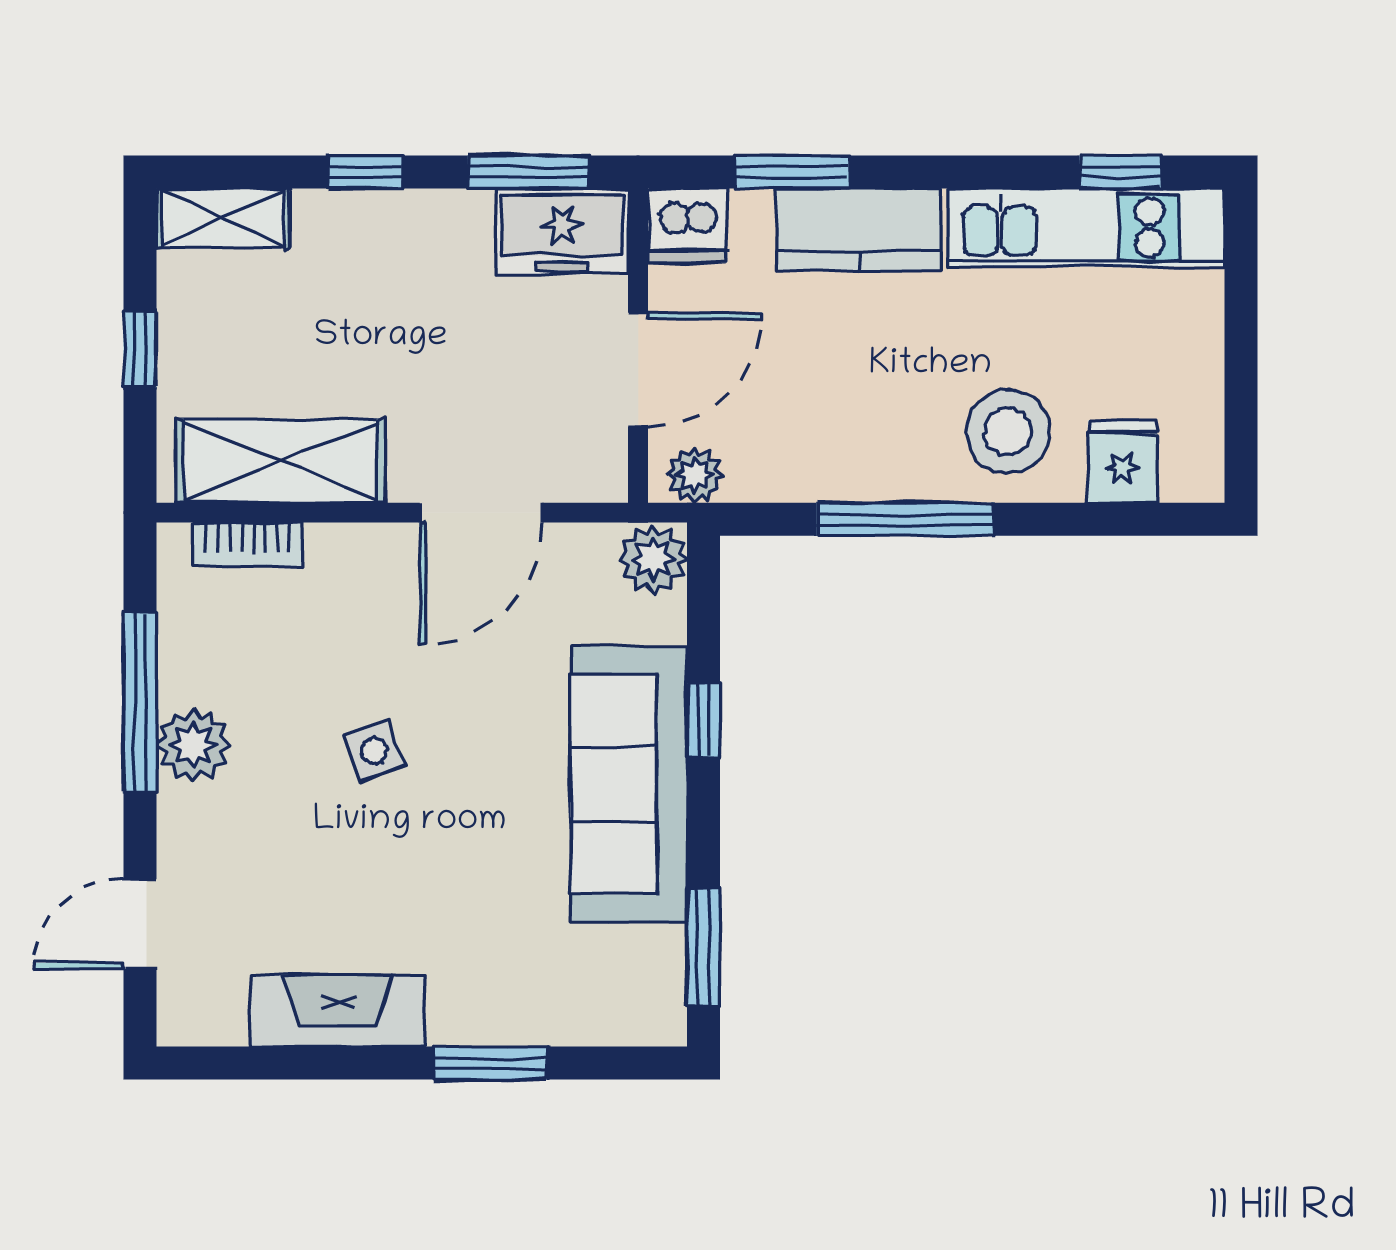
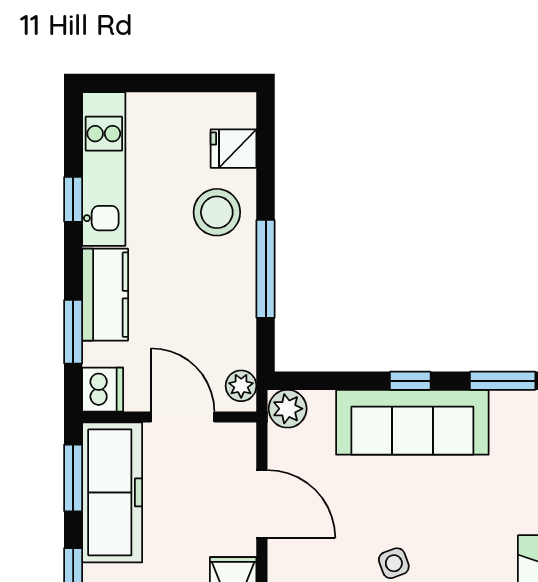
window: (1120, 172) -> (73, 199), moved
freezer: (562, 231) -> (112, 492), width x1.91, depth x1.26
window: (704, 720) -> (410, 381), moved

